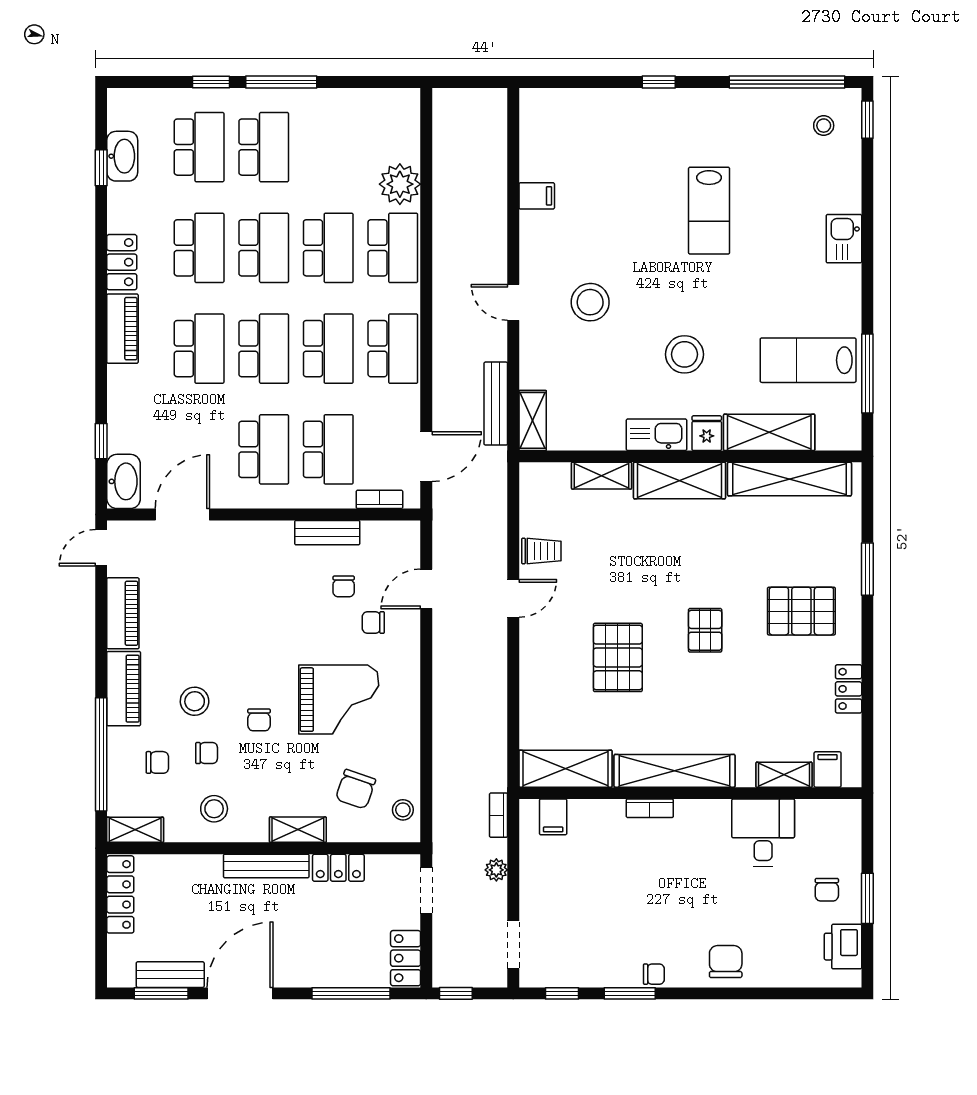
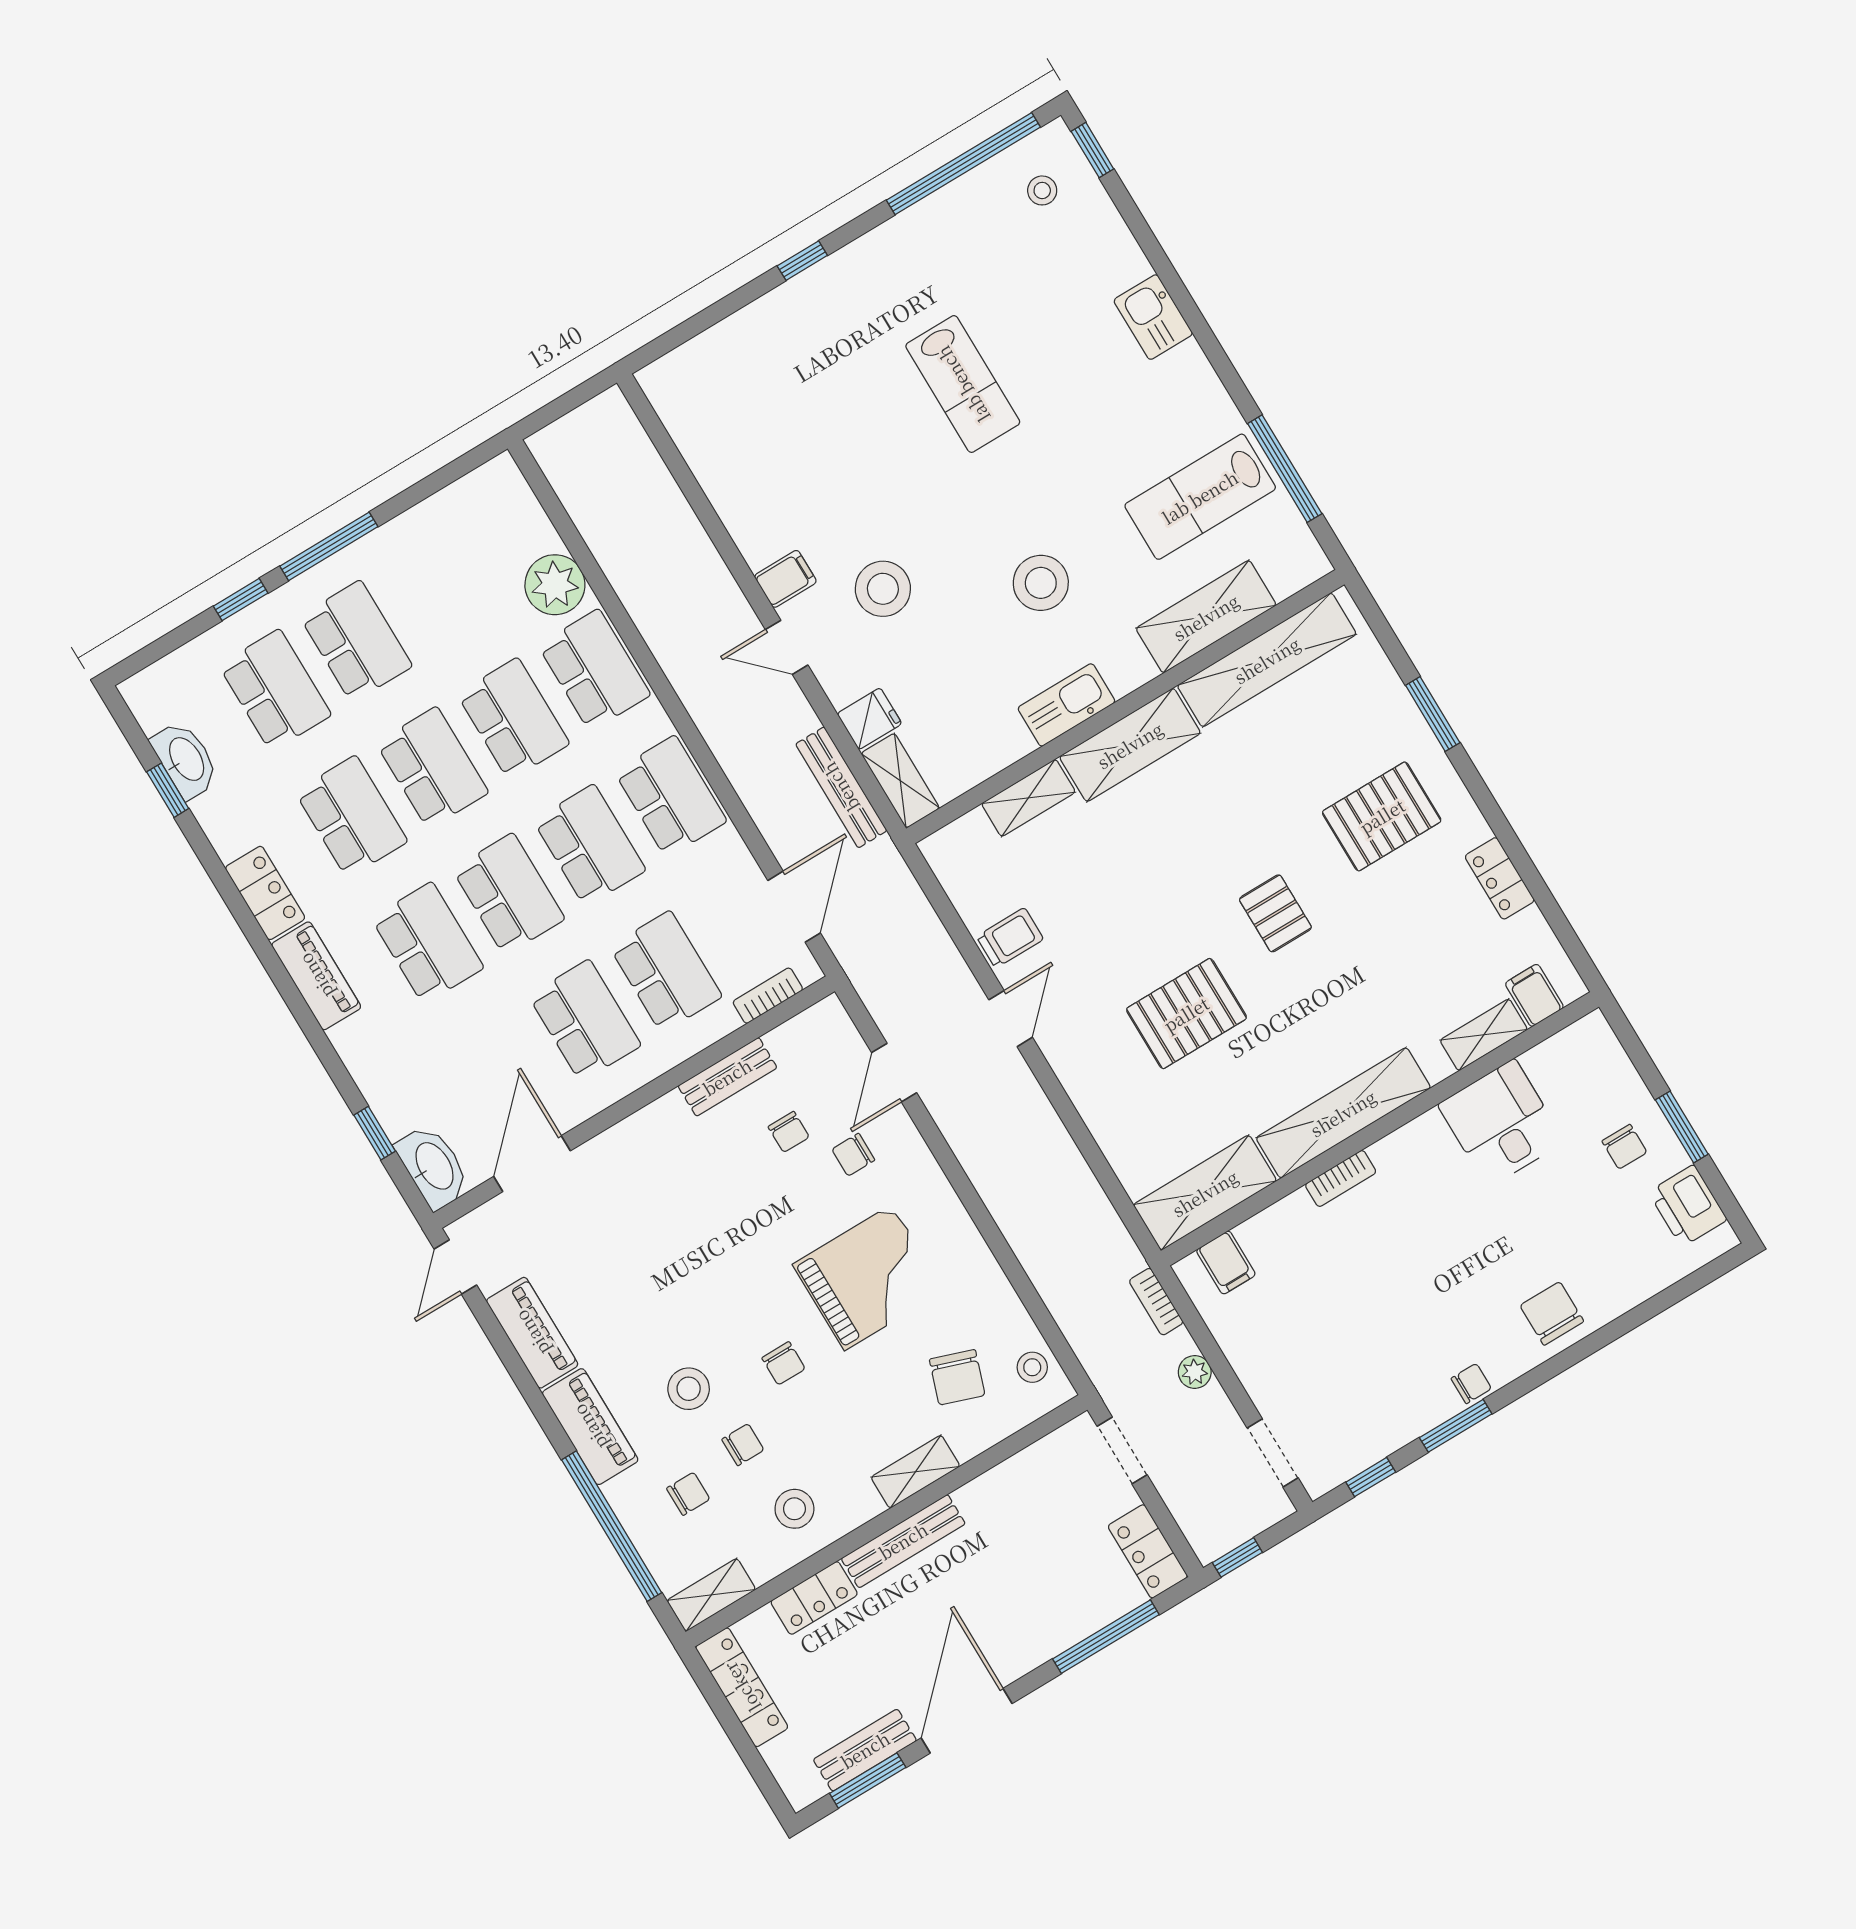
filing cabinet: (537, 196) -> (785, 579), moved
fridge: (707, 433) -> (869, 719), moved, turned 90
pallet: (618, 657) -> (1186, 1014), turned 90
locker: (338, 868) -> (814, 1598), moved

